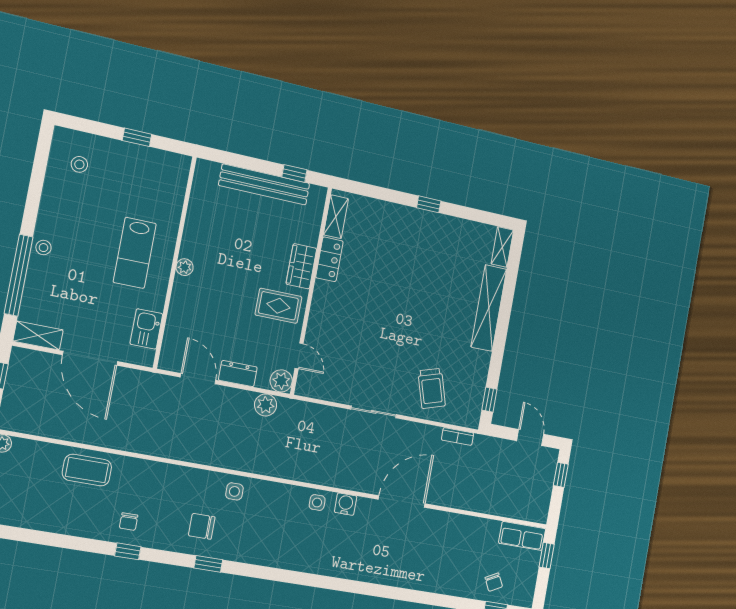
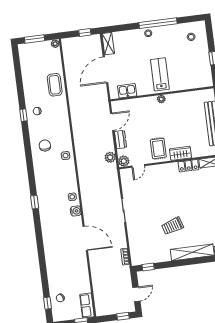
lab bench: (135, 253) -> (160, 74), turned 90
window: (19, 275) -> (158, 23), moved
trolley: (432, 388) -> (172, 226), moved
window: (208, 564) -> (35, 202), moved

